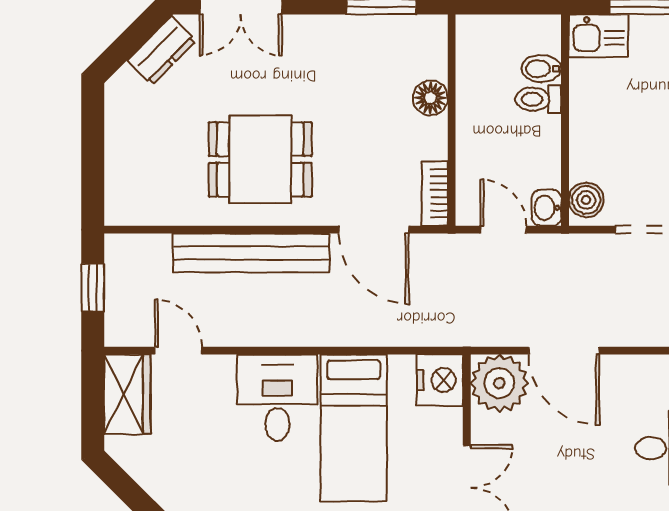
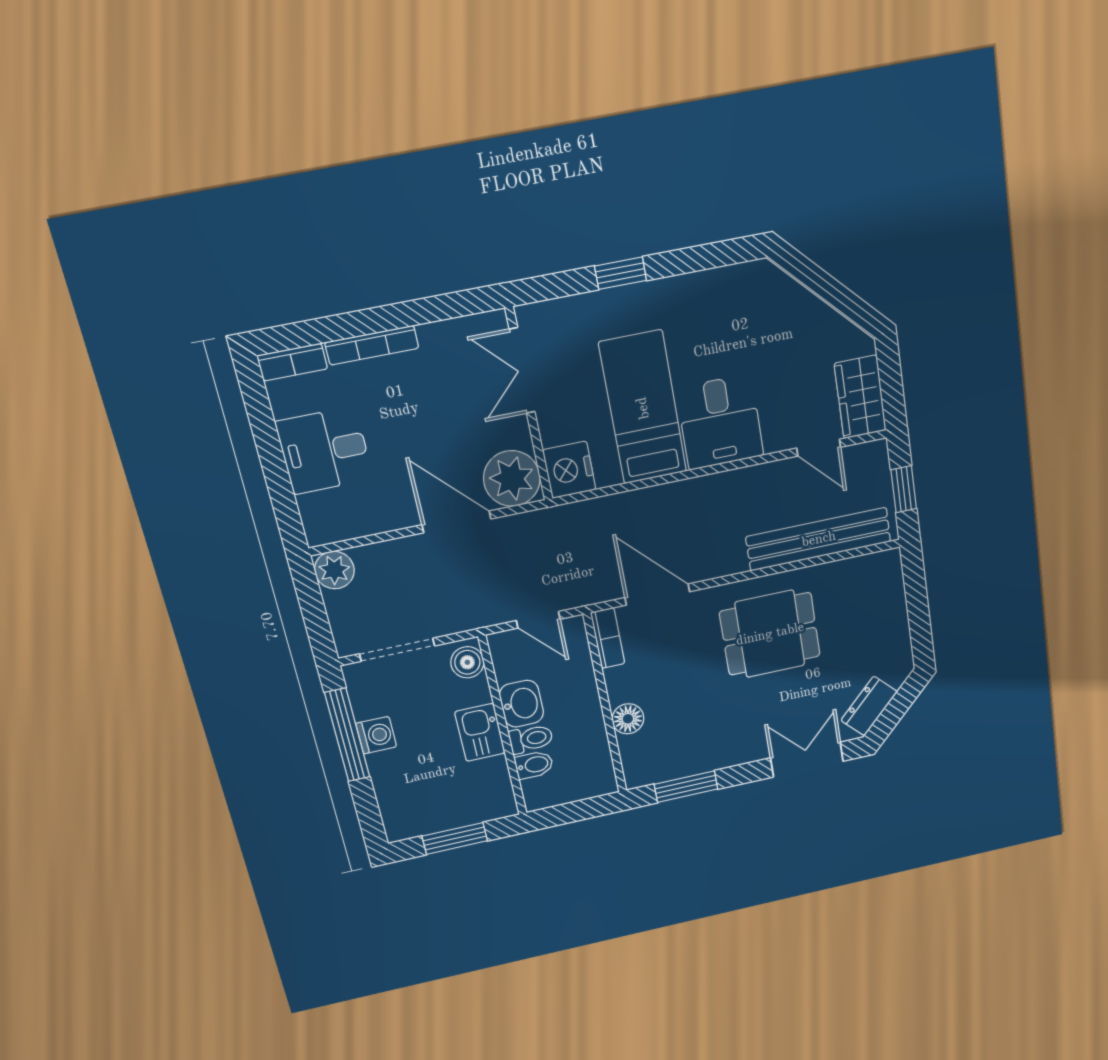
kitchen sink: (598, 36) -> (480, 732), moved, turned -90
washbasin: (547, 208) -> (521, 704), moved, width x1.38, depth x1.45
bench: (251, 253) -> (819, 539), moved

